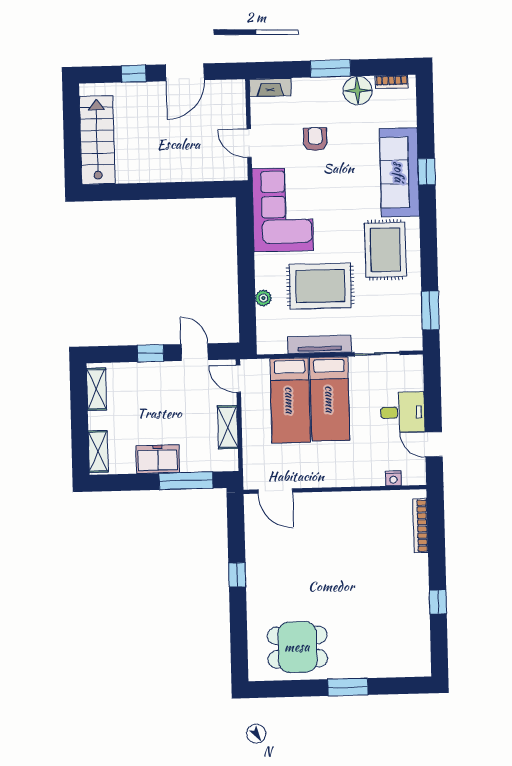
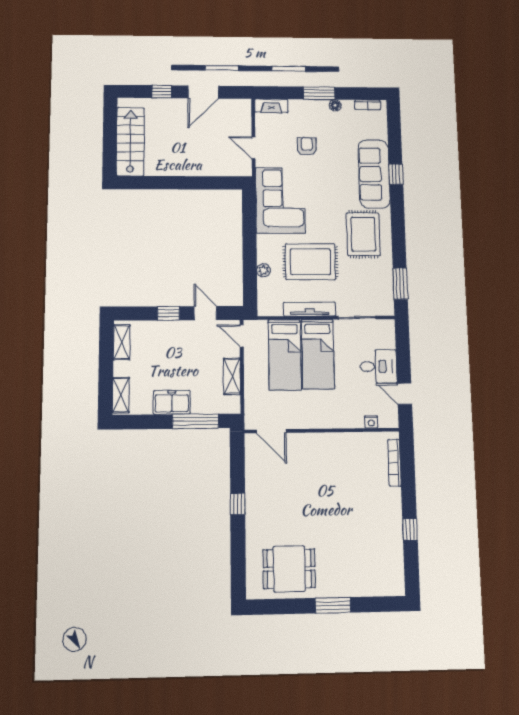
floor lamp: (358, 91) -> (335, 105), width x0.53, depth x0.53

